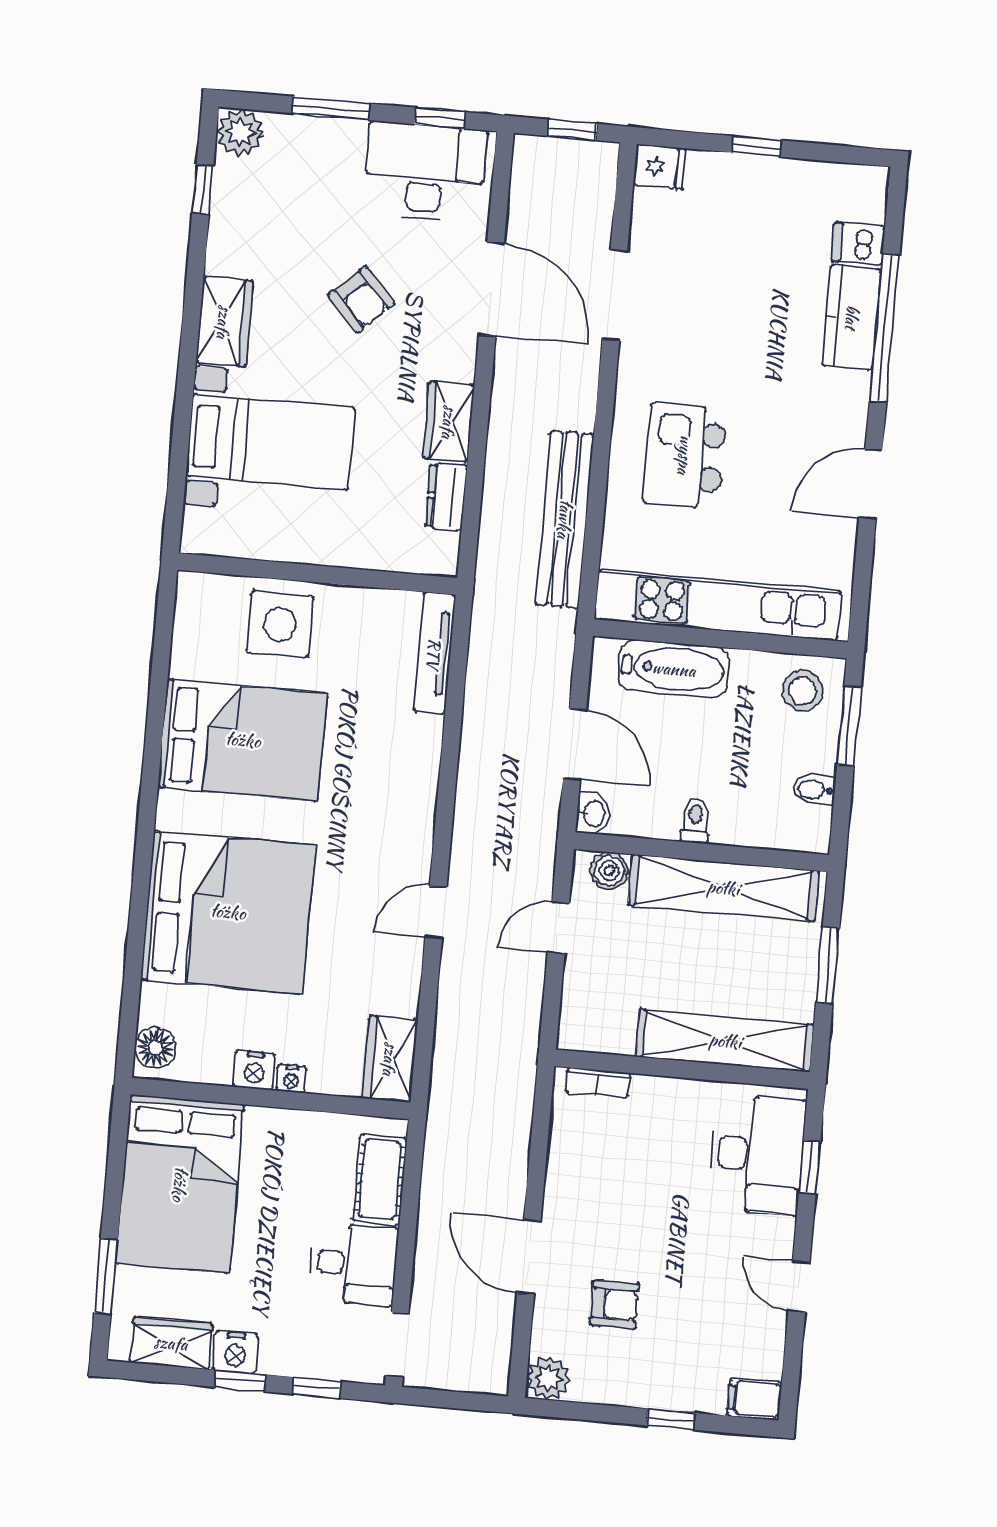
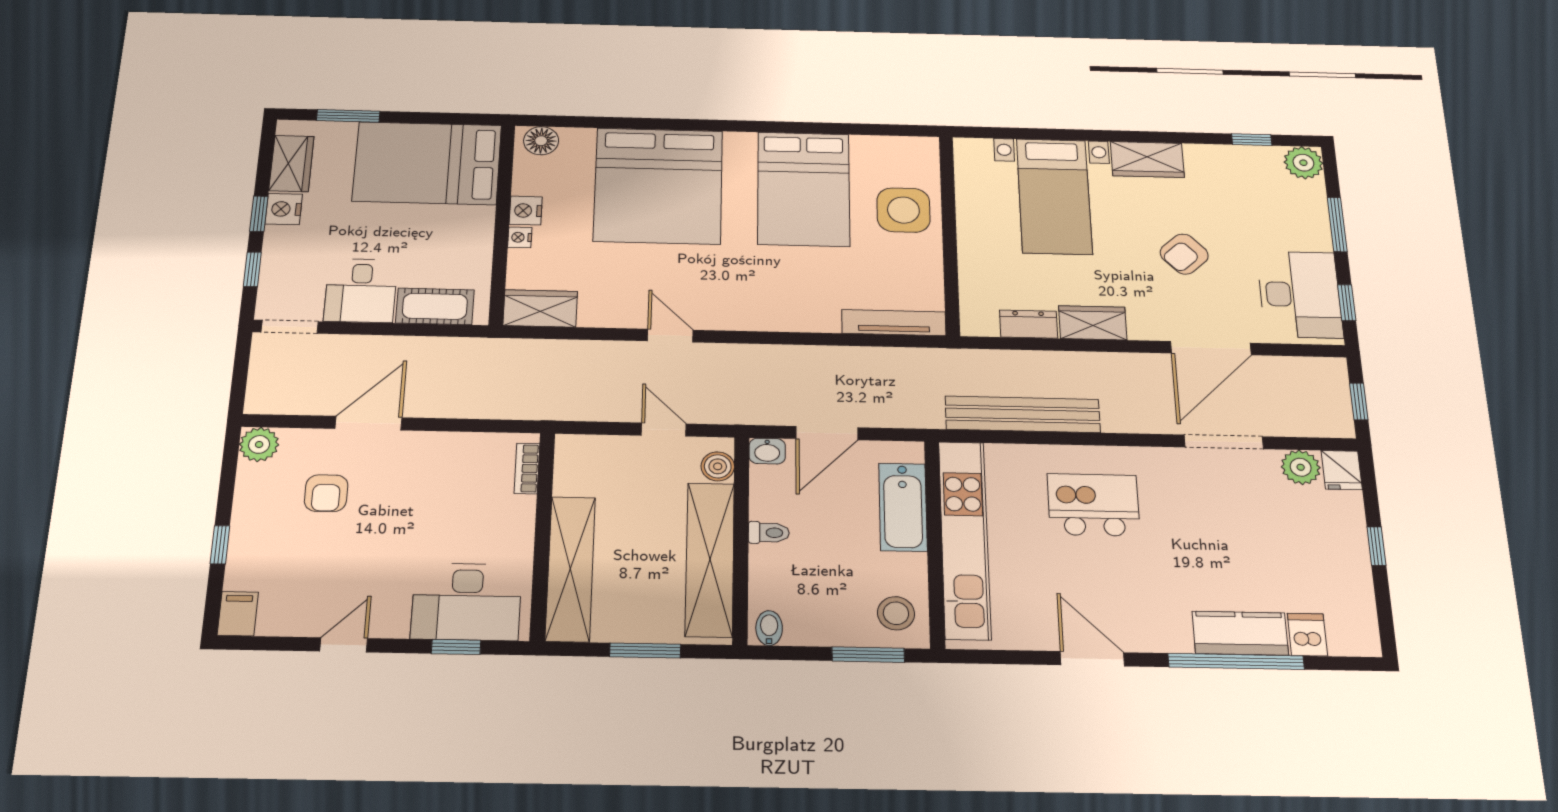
plant: (653, 213) -> (1301, 467), added
bidet: (814, 790) -> (769, 628), moved

